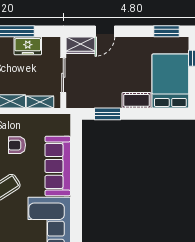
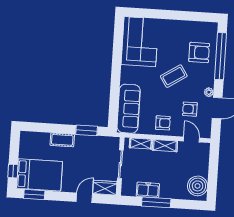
bed: (170, 81) -> (39, 175), moved, turned -90
armchair: (17, 145) -> (163, 123), moved
sofa: (58, 166) -> (129, 109), moved

